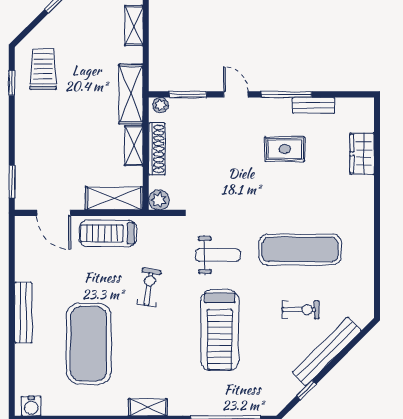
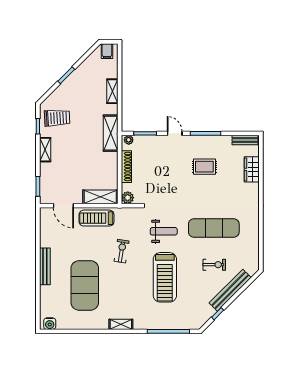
trolley: (43, 69) -> (57, 118), turned 87
bench: (313, 105) -> (245, 140), moved
shelving: (134, 146) -> (45, 150), moved

